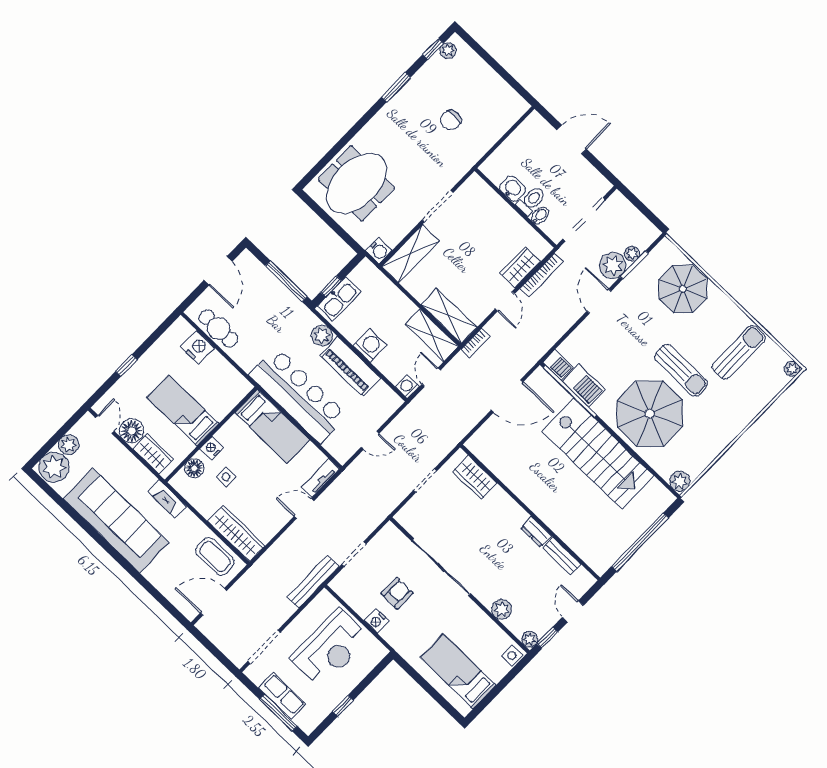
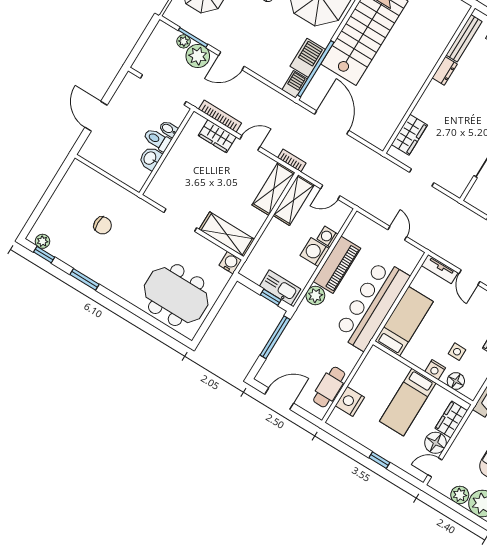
washing machine: (407, 387) -> (328, 237), moved, turned 90
bench: (562, 556) -> (464, 38), width x1.36

